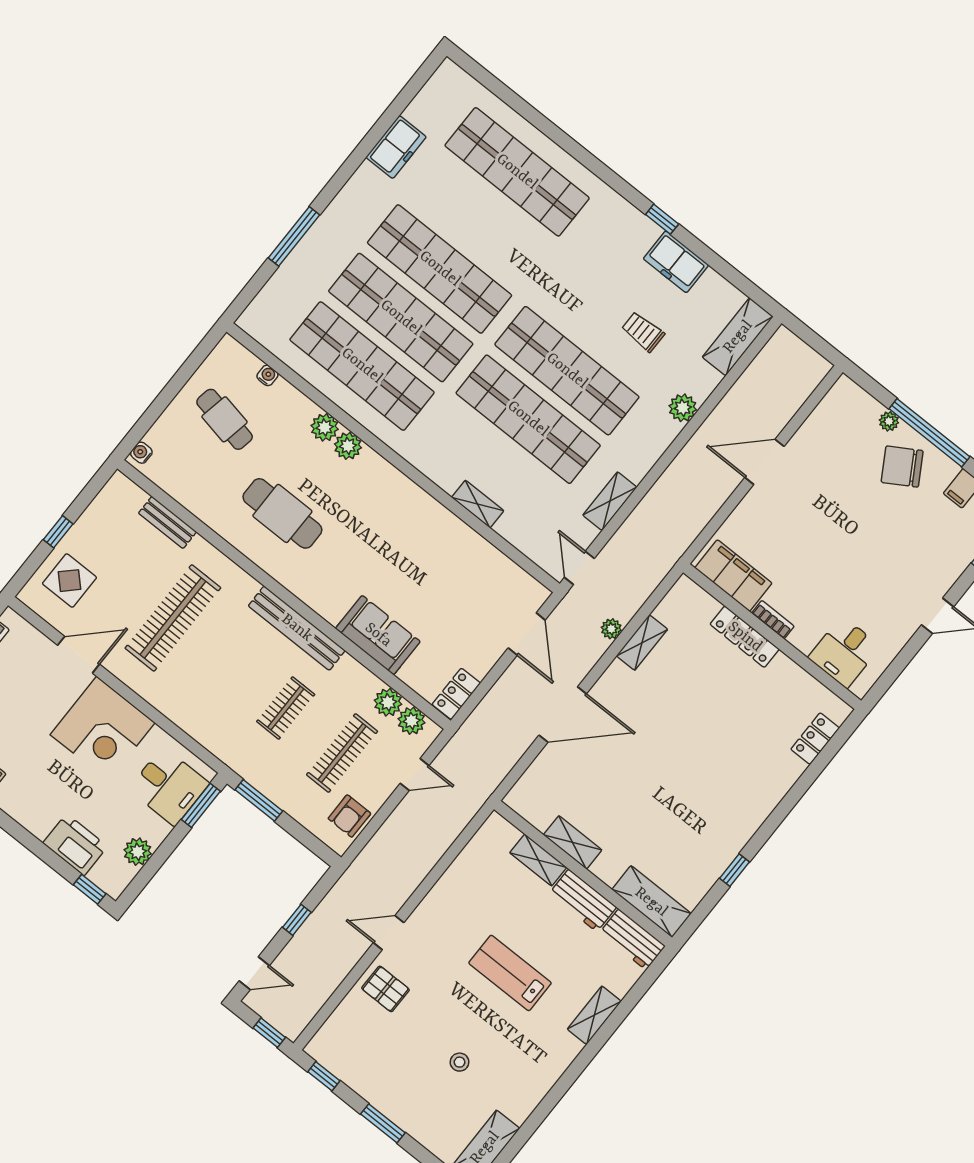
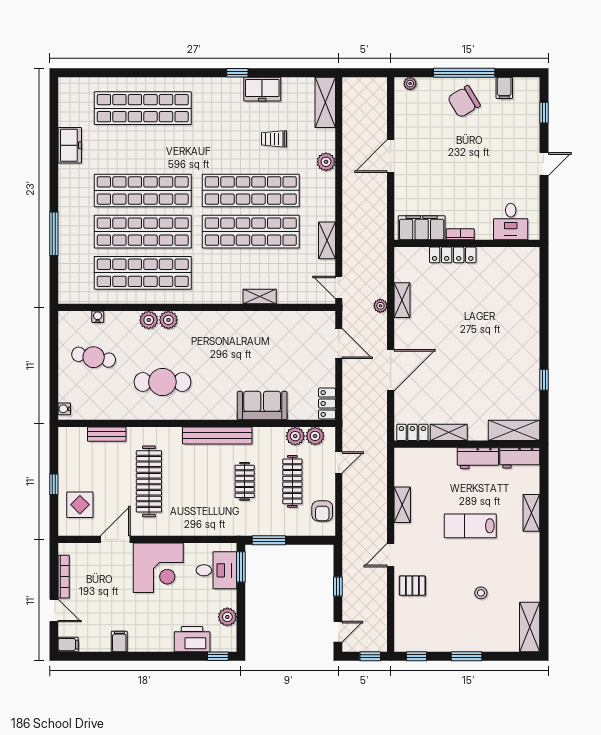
plant: (889, 421) -> (410, 84), moved
locker: (815, 739) -> (412, 432), moved, turned 90
shelving: (538, 860) -> (402, 505), moved, turned 90

